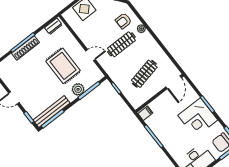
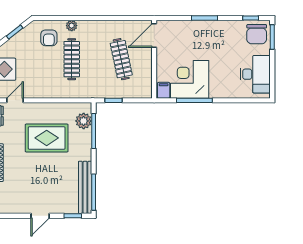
door: (91, 55) -> (15, 100), moved
door: (174, 82) -> (154, 36), swing flipped
plant: (78, 89) -> (84, 121), moved
corner desk: (198, 118) -> (190, 79), moved, turned 180

